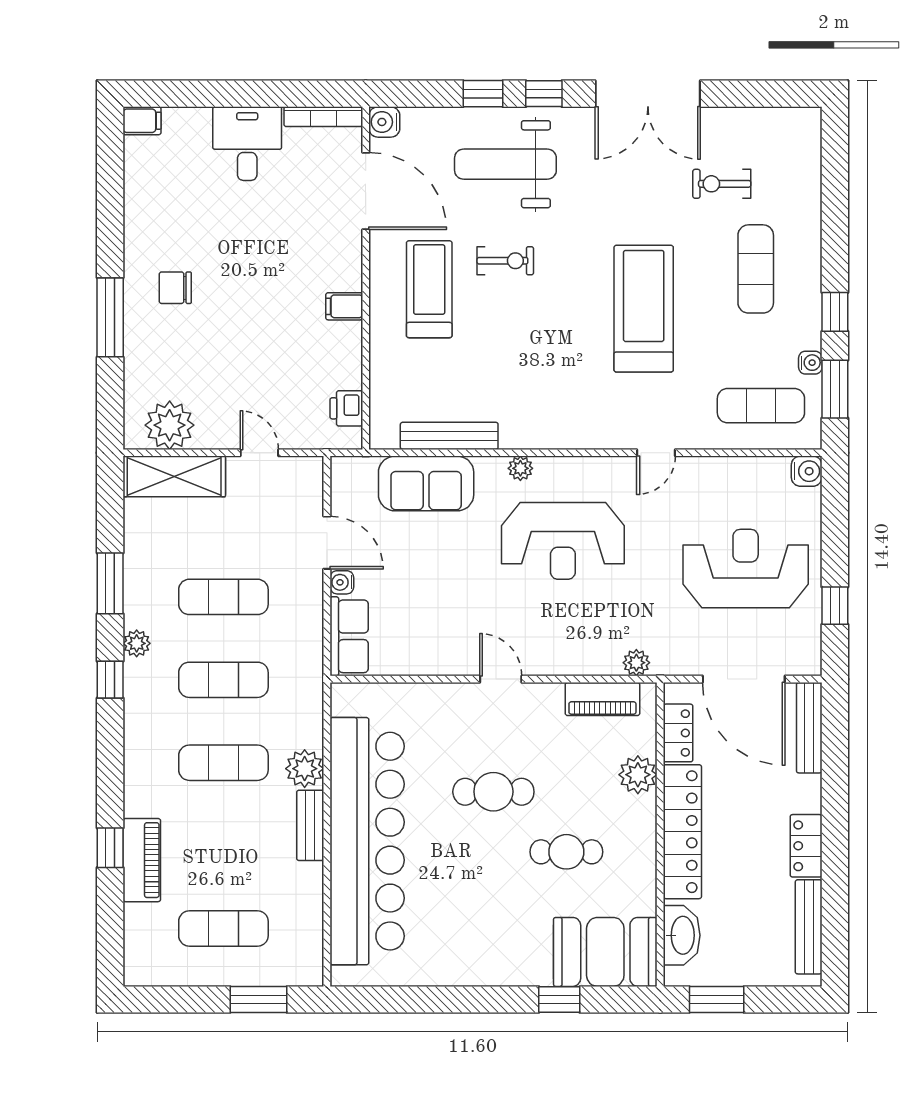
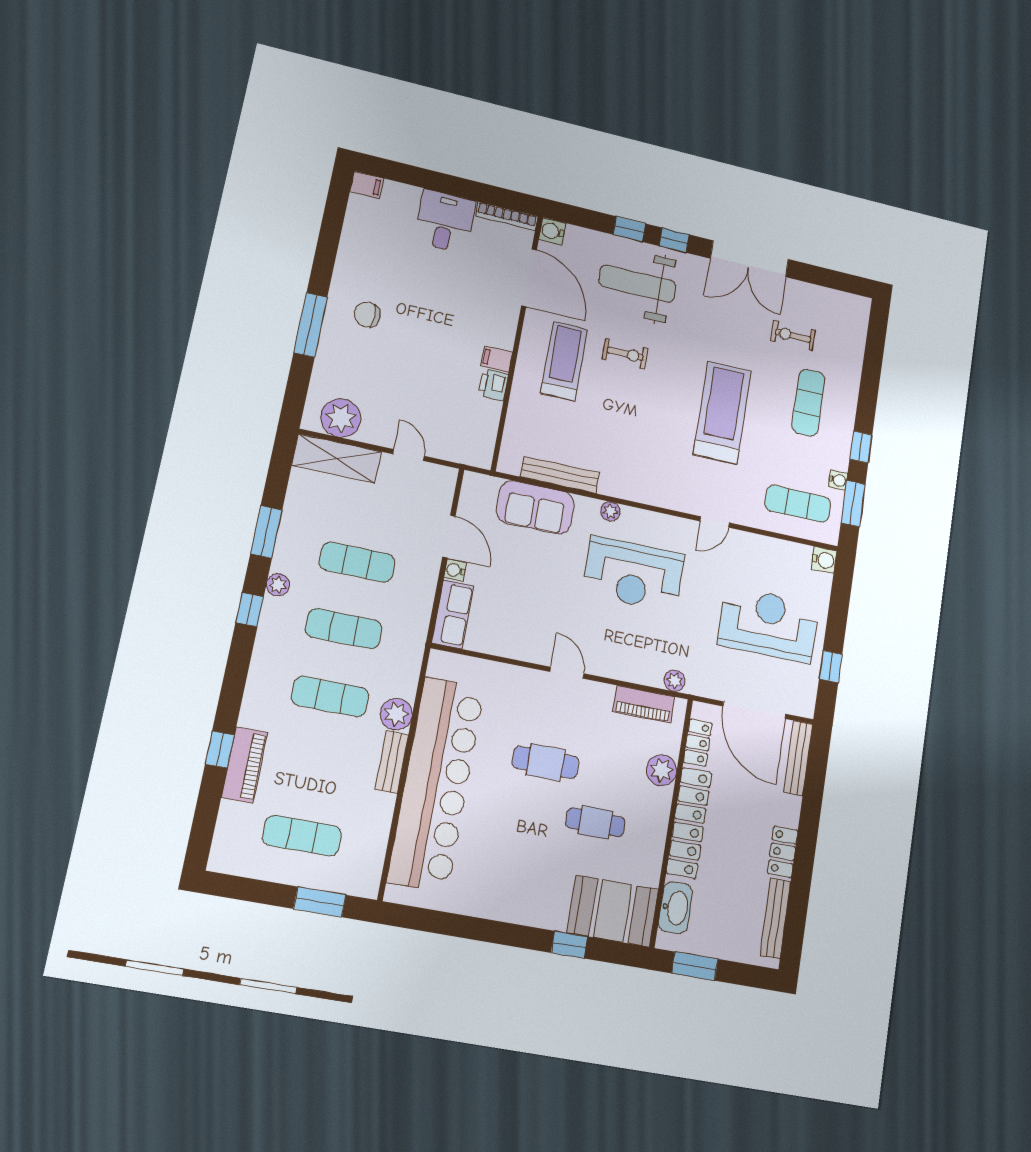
printer: (346, 408) -> (493, 385), moved

